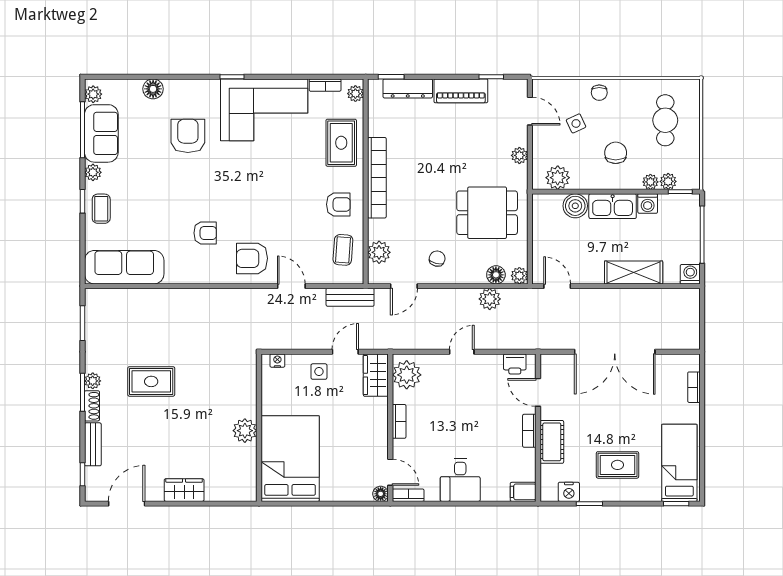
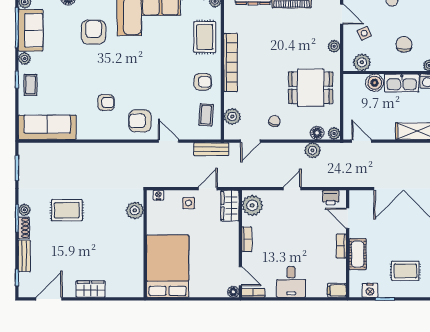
side table: (576, 123) -> (364, 33), moved
plant: (245, 431) -> (135, 210), moved

